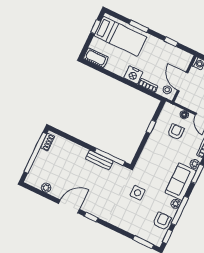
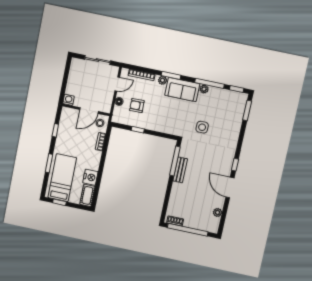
nightstand: (133, 75) -> (90, 177), moved
armchair: (162, 221) -> (223, 98), removed

